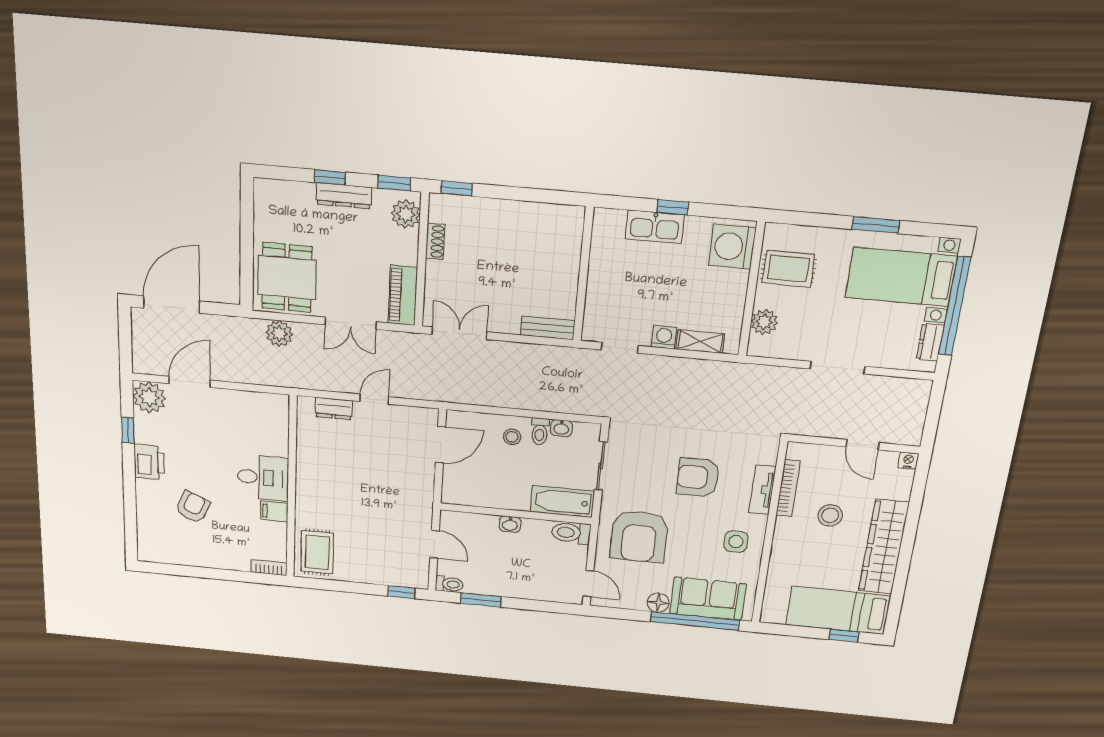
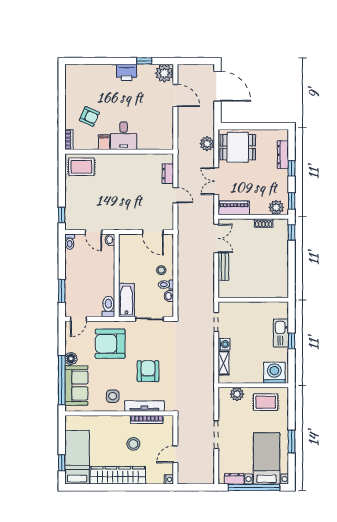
dresser: (344, 196) -> (283, 155), moved
rug: (788, 269) -> (266, 402), turned 90
bench: (548, 328) -> (223, 267), moved
tv unit: (762, 490) -> (144, 406), width x1.41
armchair: (193, 507) -> (89, 116), moved
washbasin: (510, 524) -> (110, 240), moved
door: (435, 544) -> (93, 232), hinge flipped
window: (481, 600) -> (62, 291), moved

